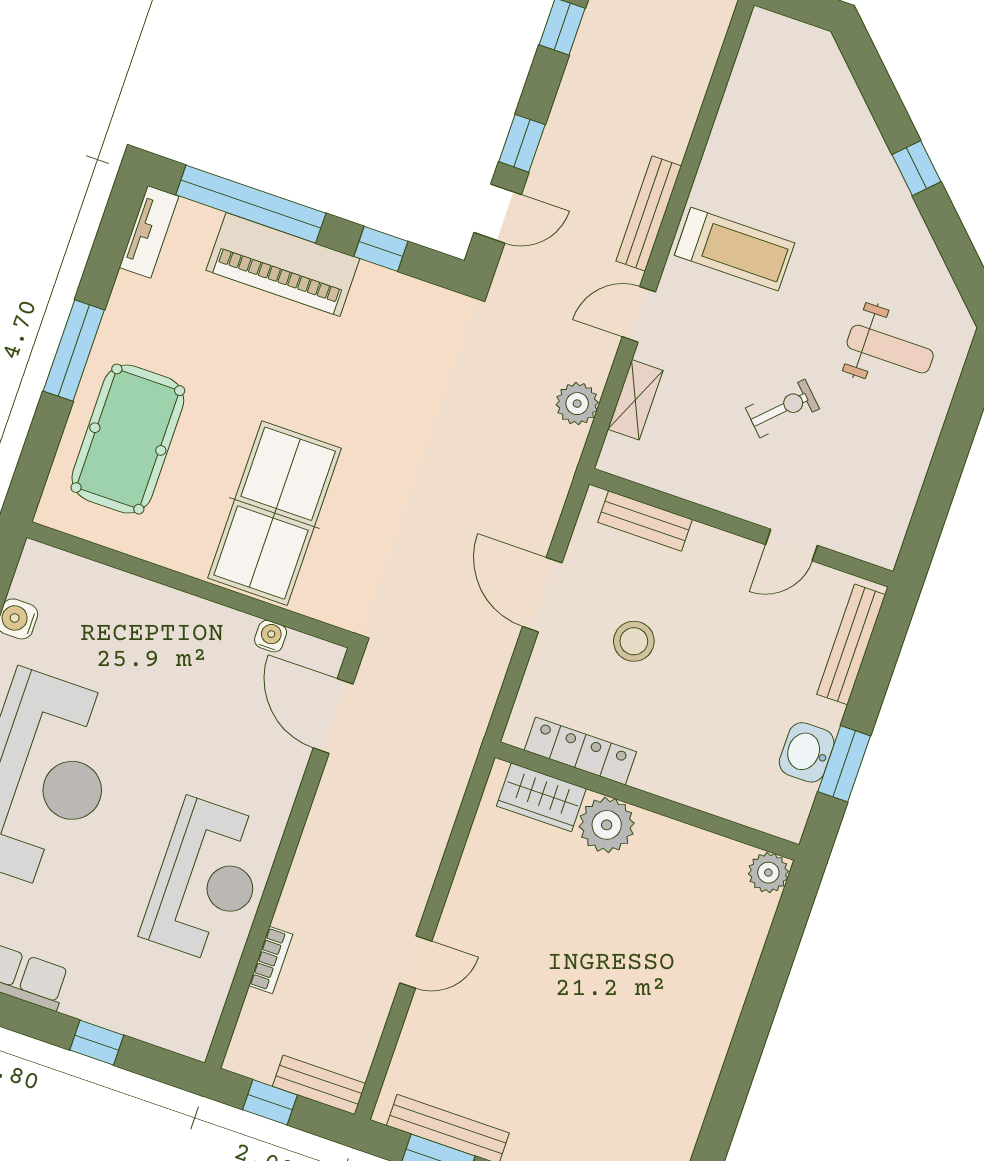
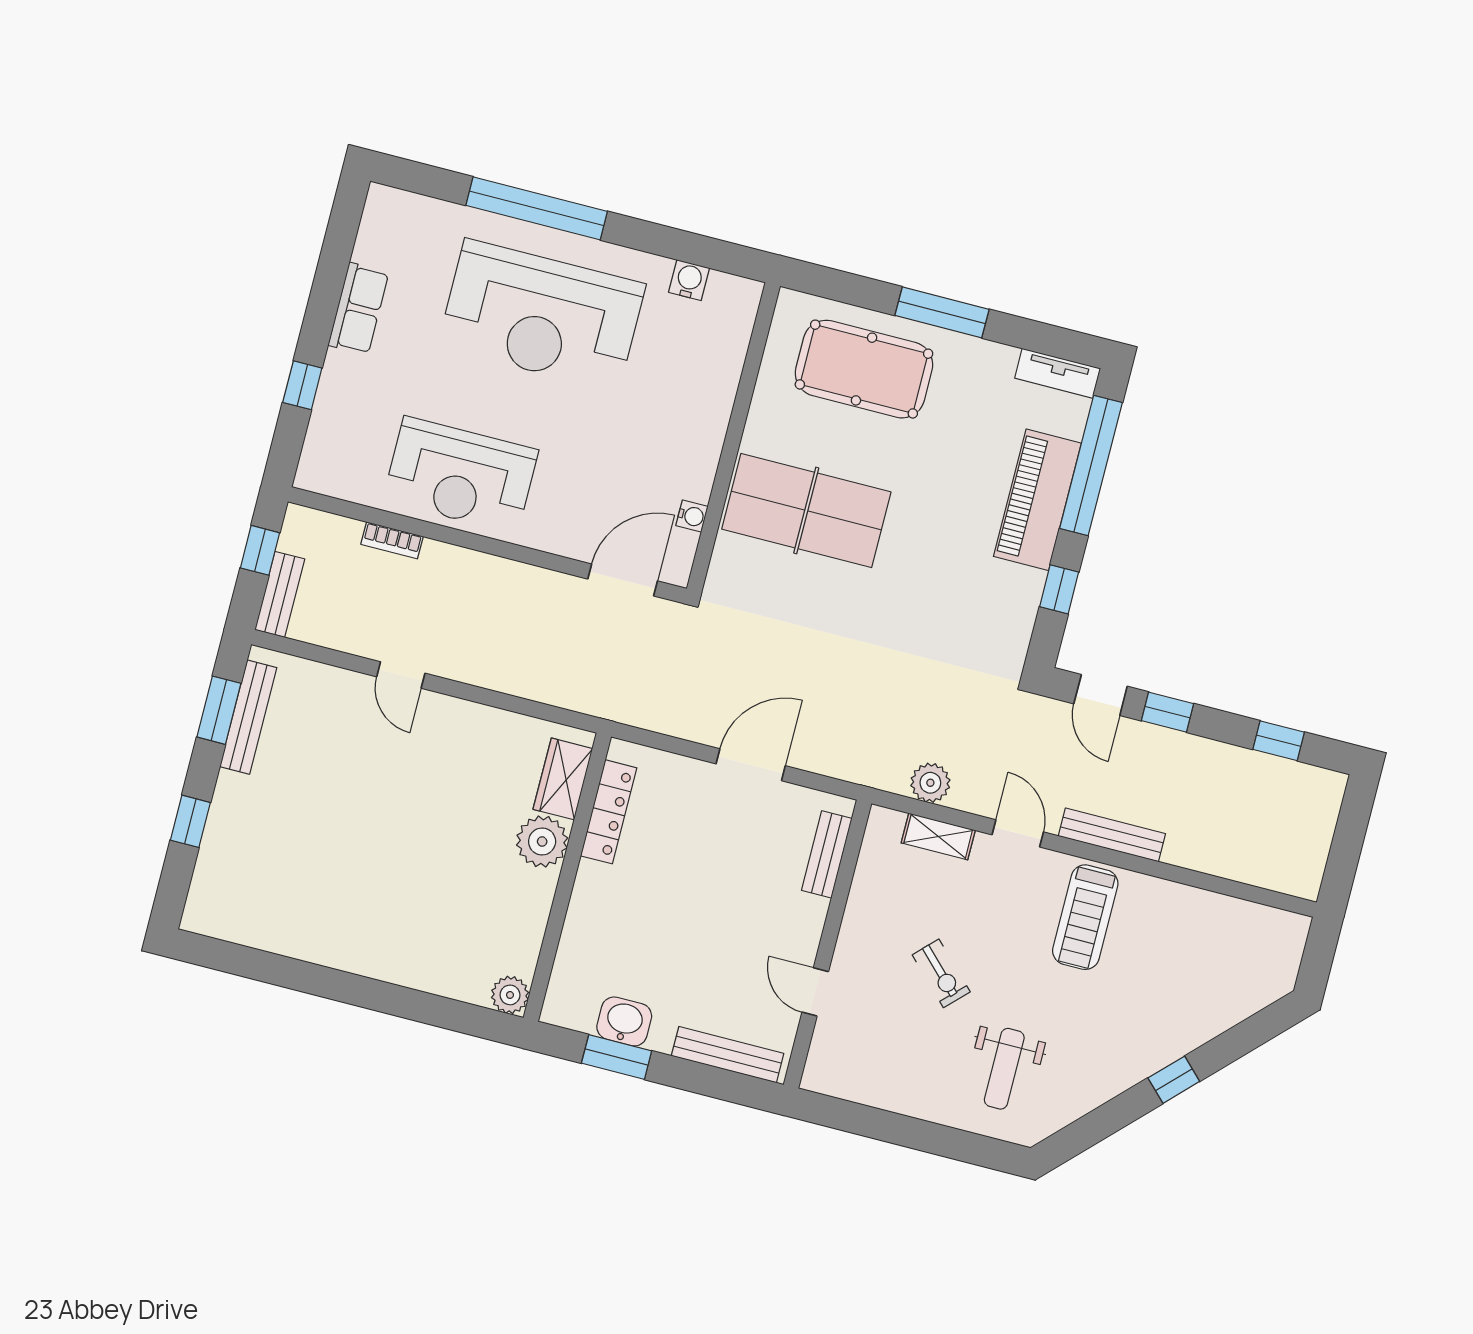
stool: (634, 641) -> (714, 853), removed

